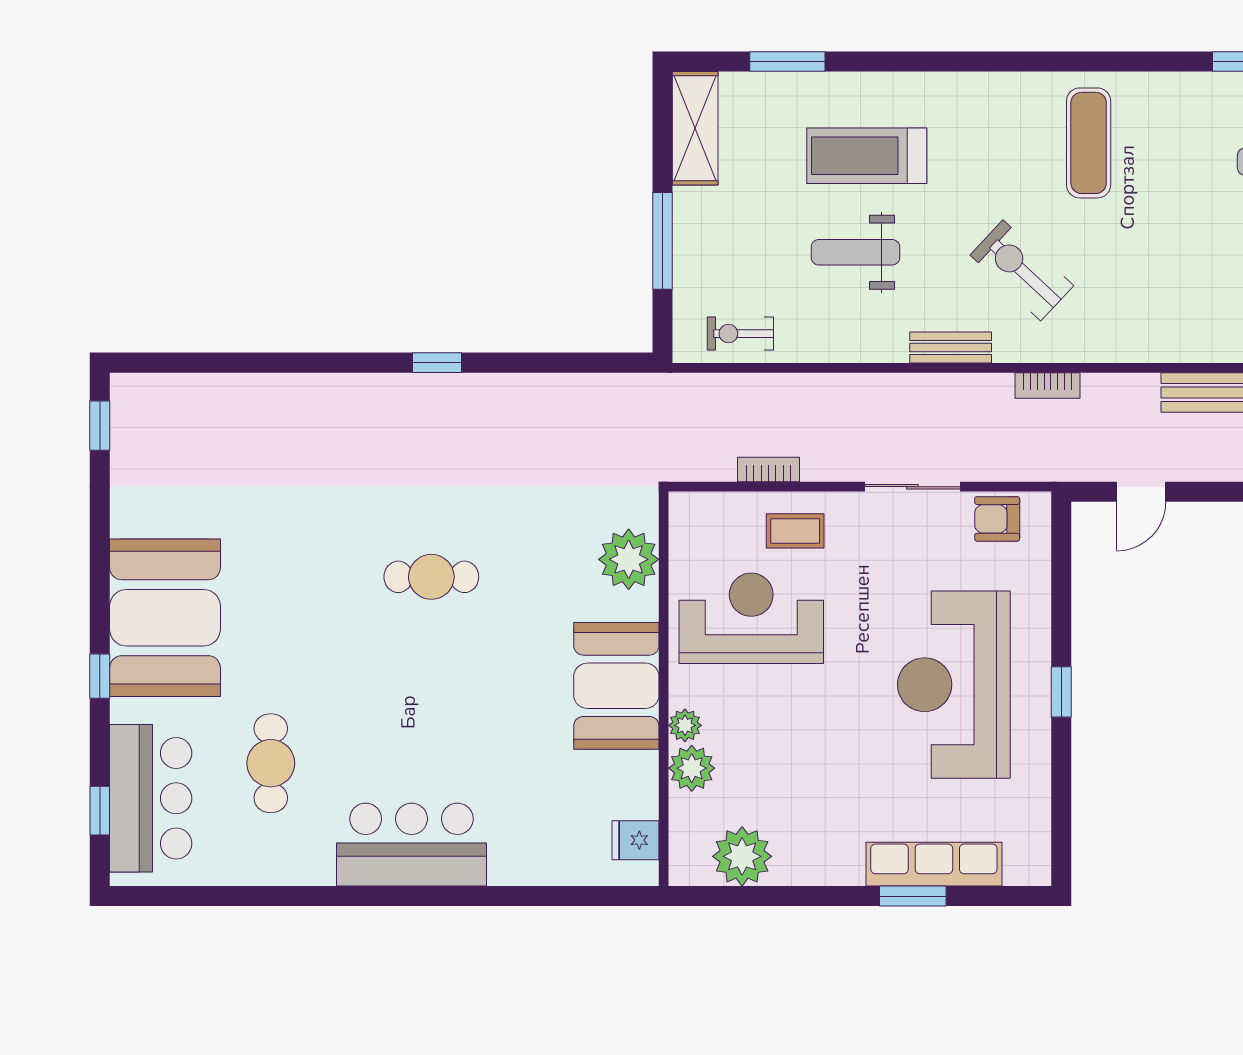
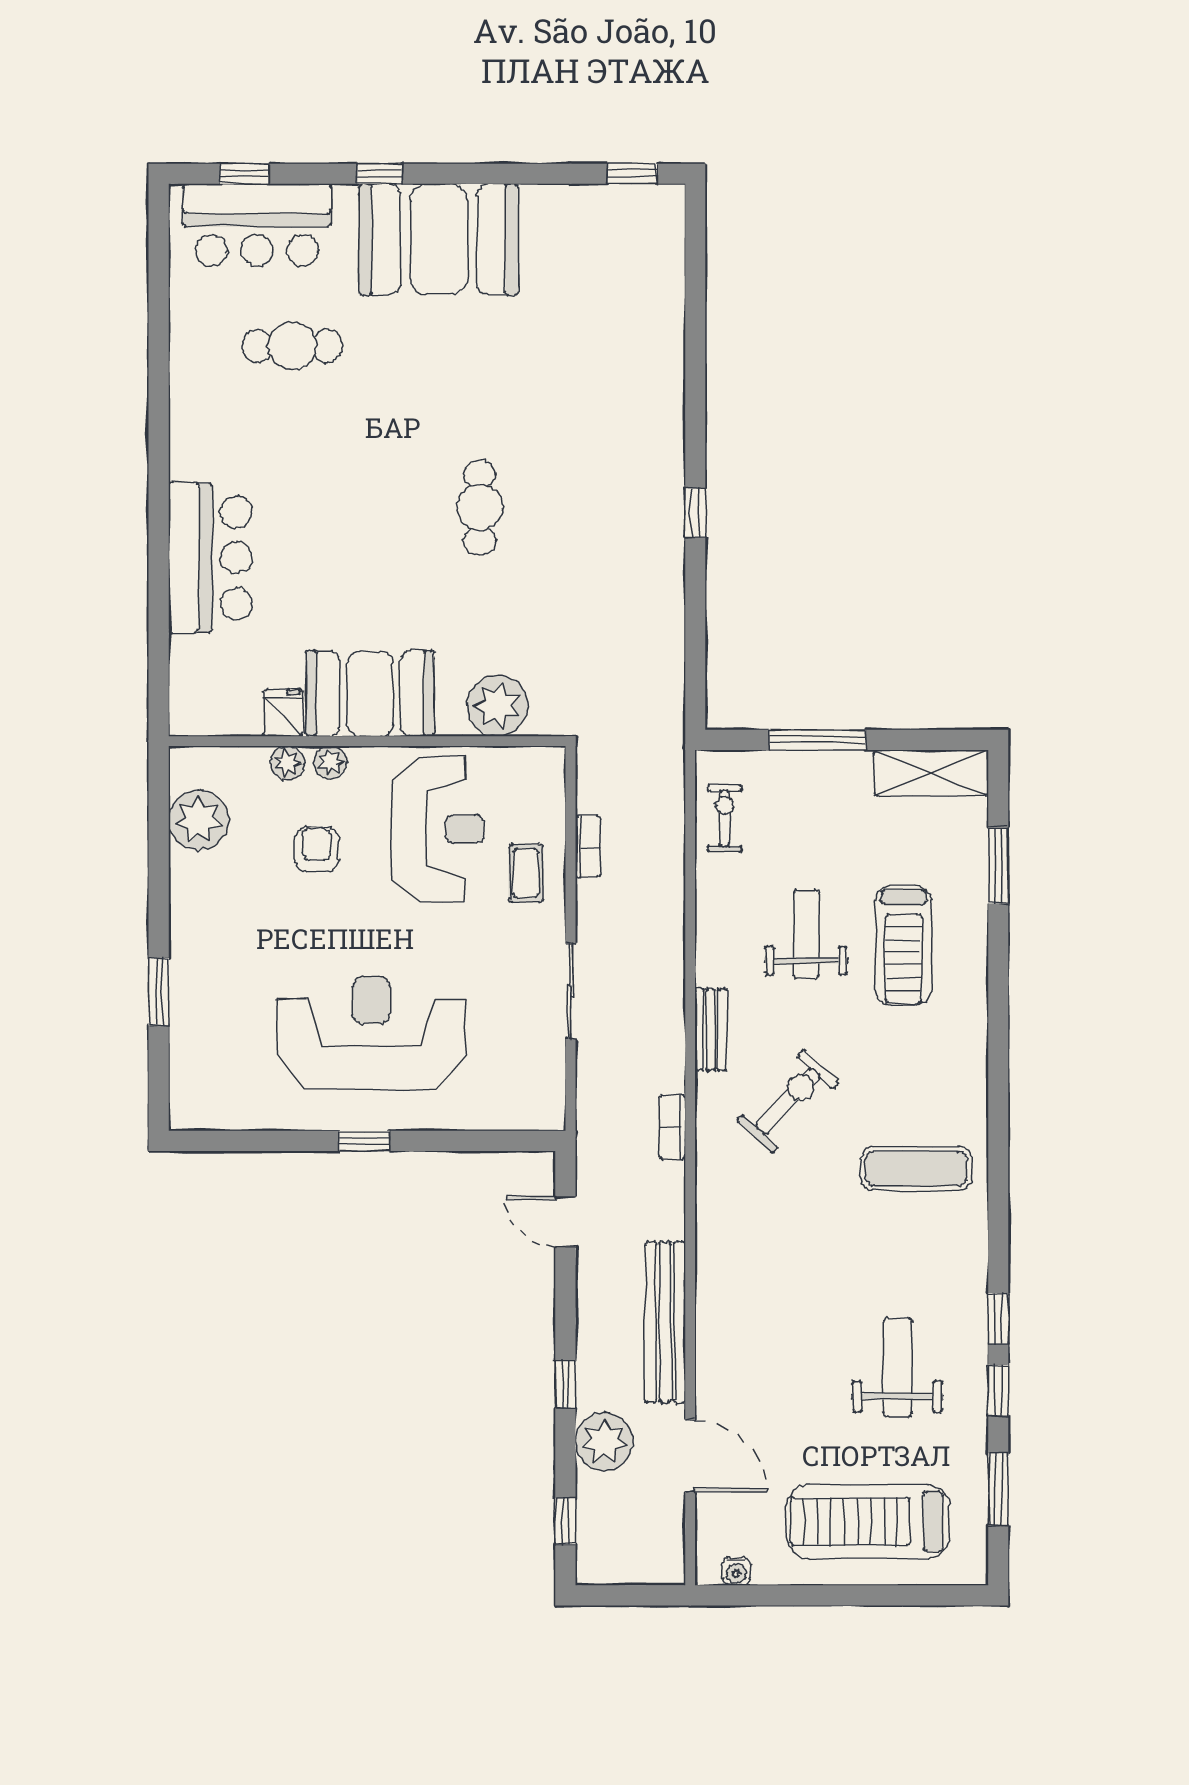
treadmill: (867, 156) -> (903, 945), turned 180
armchair: (997, 519) -> (317, 849), moved
plant: (692, 768) -> (287, 763), width x0.73, depth x0.73
fridge: (636, 840) -> (283, 713), moved
bar counter: (411, 845) -> (210, 558), moved
row of seats: (934, 864) -> (191, 1013), removed

